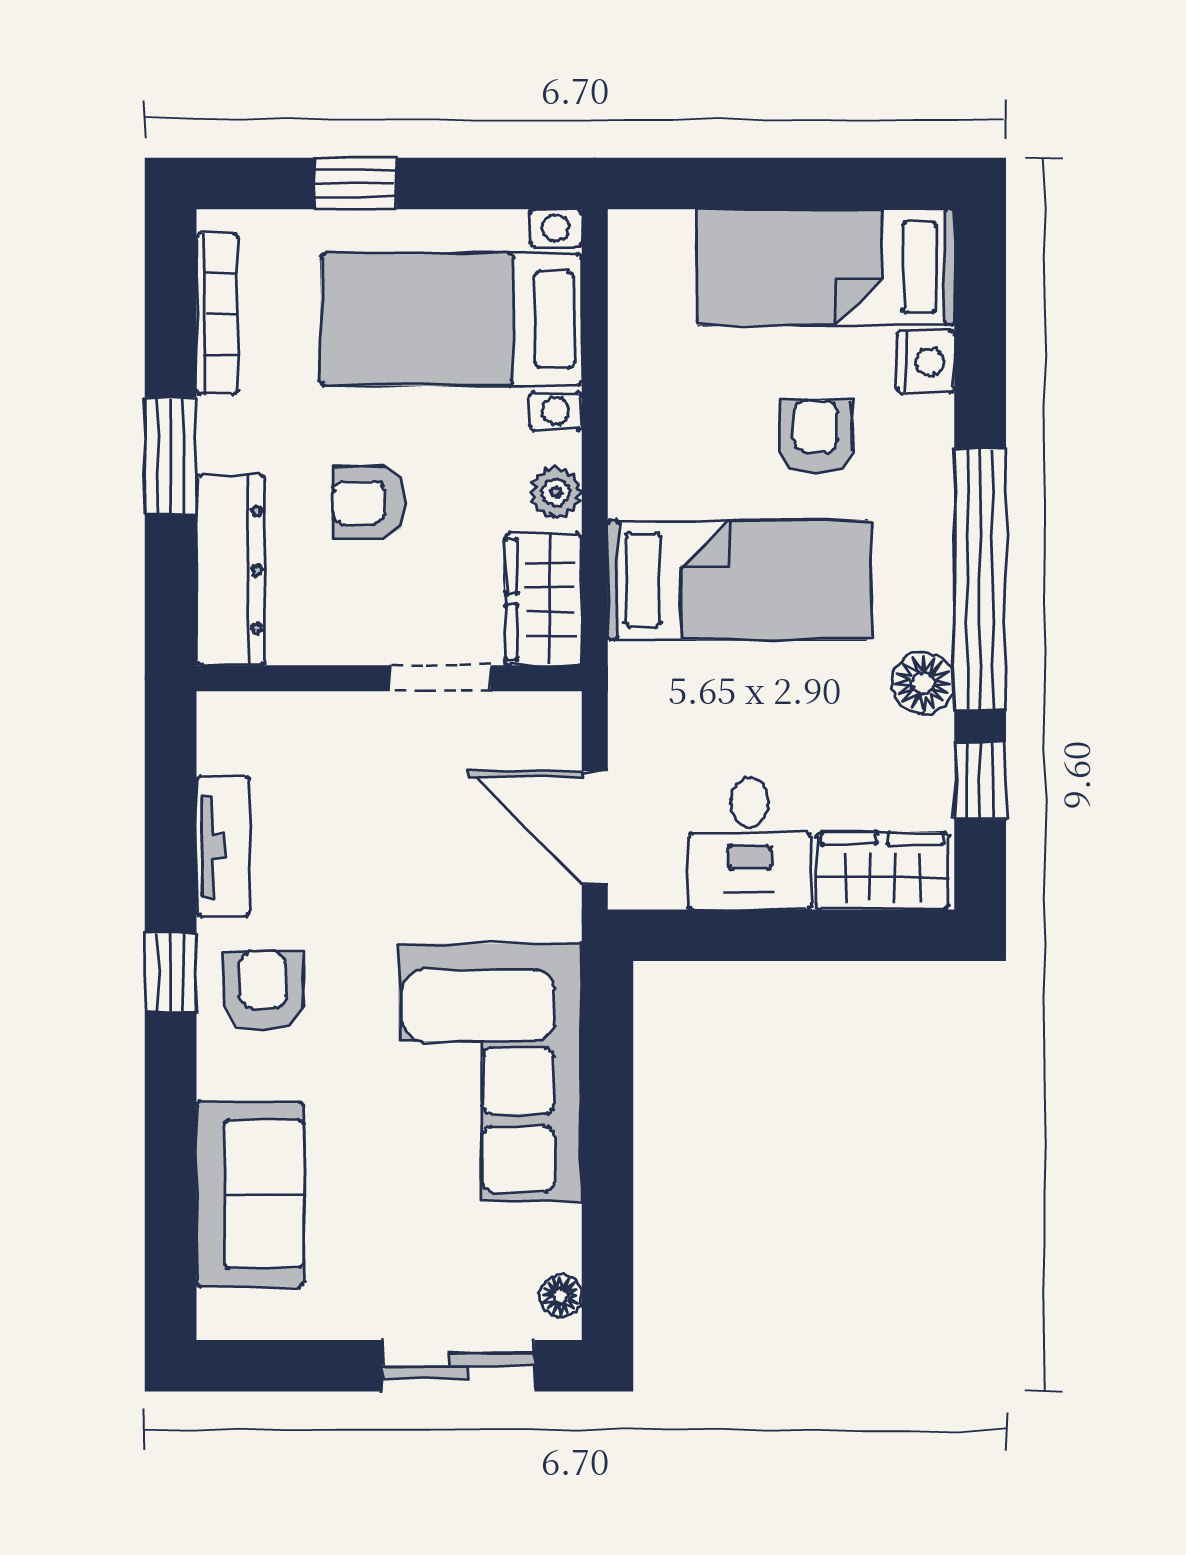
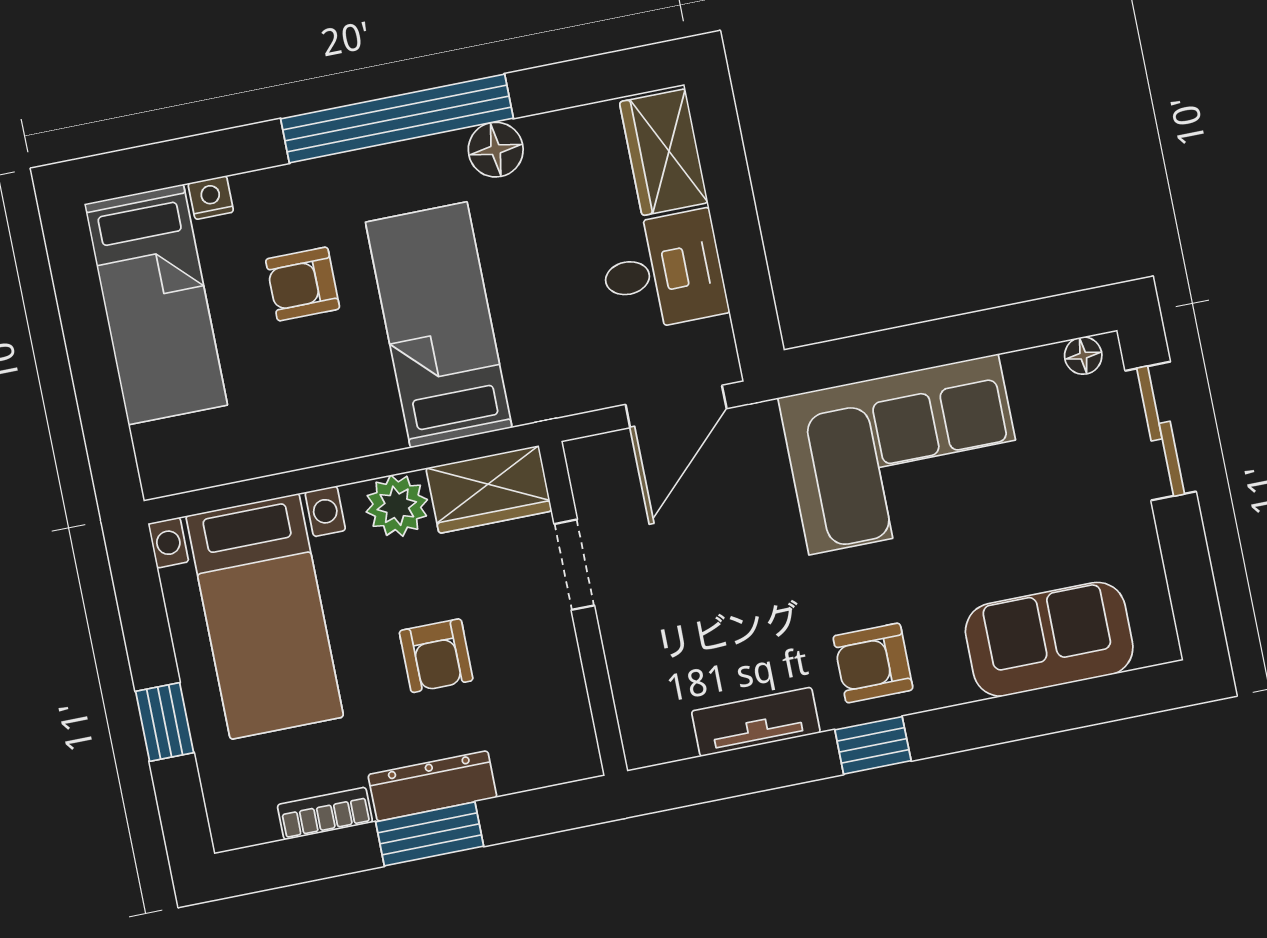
bookcase: (217, 314) -> (325, 813), width x0.64
nightstand: (926, 362) -> (211, 198), width x0.72, depth x0.74
plant: (556, 492) -> (397, 506), width x1.38, depth x1.38
dresser: (230, 570) -> (432, 786), moved, width x0.73, depth x0.80
window: (980, 781) -> (570, 84), removed

